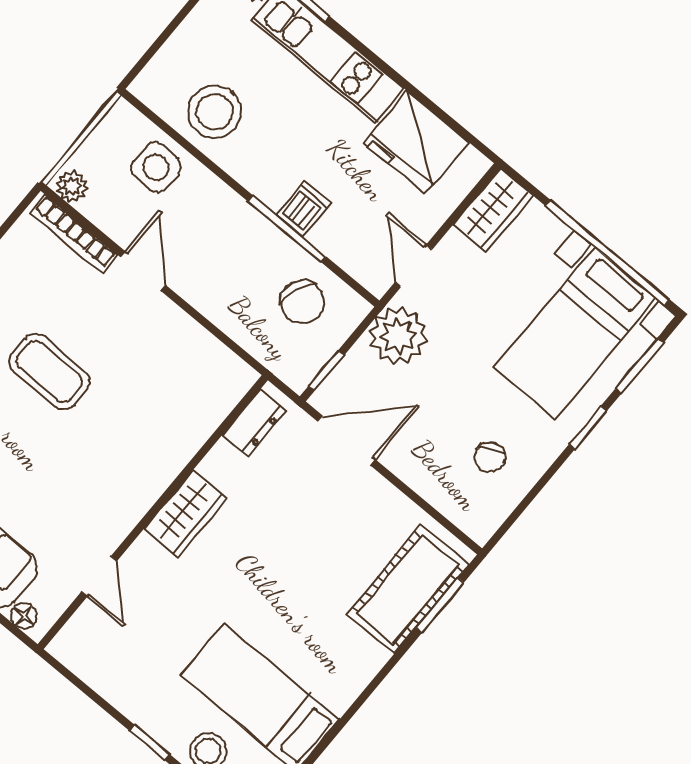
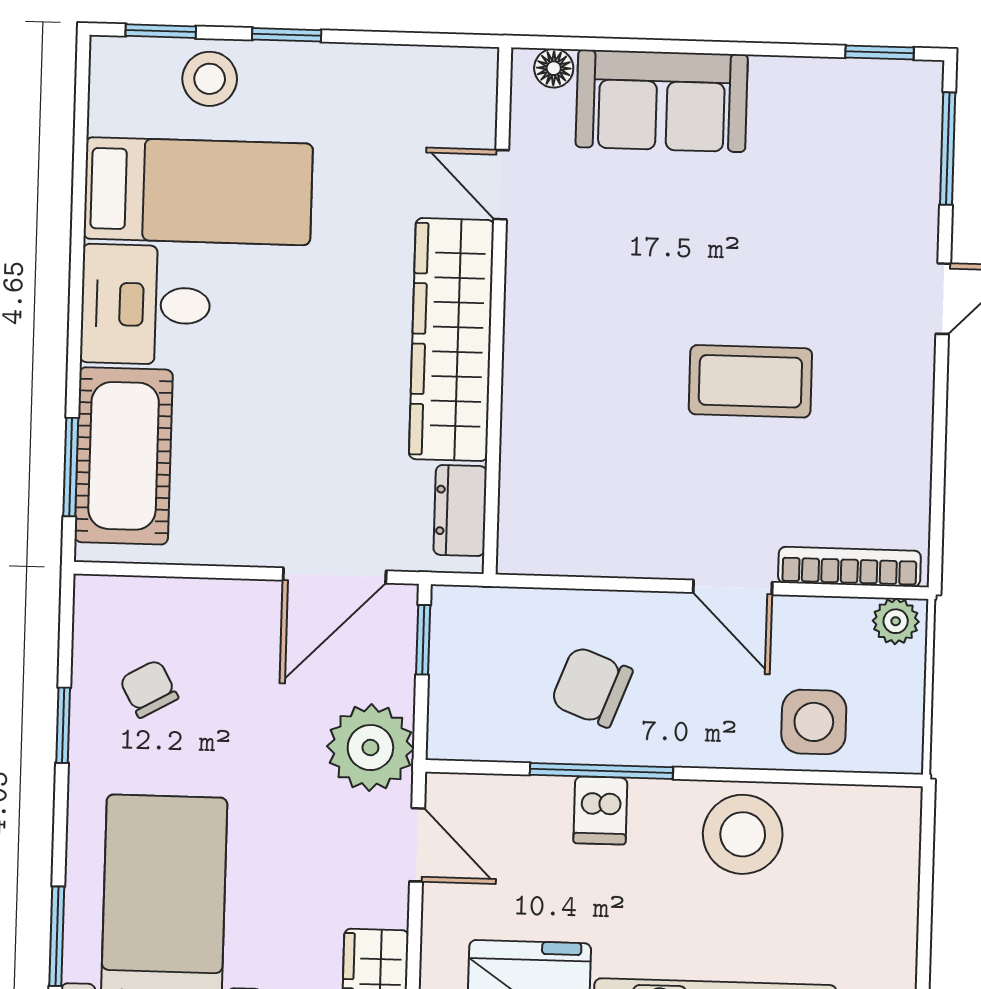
stool: (215, 112) -> (743, 834), moved
chair: (302, 302) -> (592, 687), moved
window: (588, 428) -> (63, 725), moved
wardrobe: (186, 513) -> (452, 340), width x2.10, depth x1.17
desk: (334, 660) -> (145, 305), added

